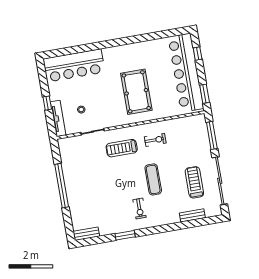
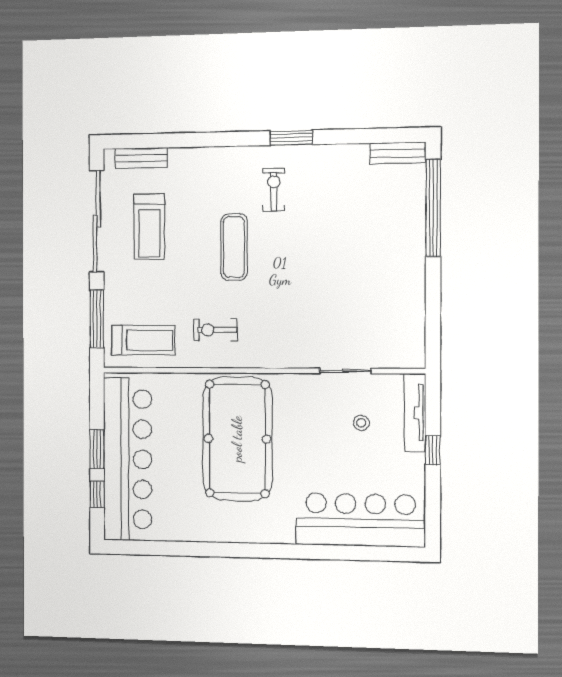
pool table: (136, 92) -> (237, 439), width x1.36, depth x1.32
window: (205, 94) -> (97, 449), moved
treadmill: (122, 148) -> (143, 340), moved
window: (62, 186) -> (433, 208), moved
bench: (192, 215) -> (141, 158), moved
window: (125, 235) -> (291, 138), moved

